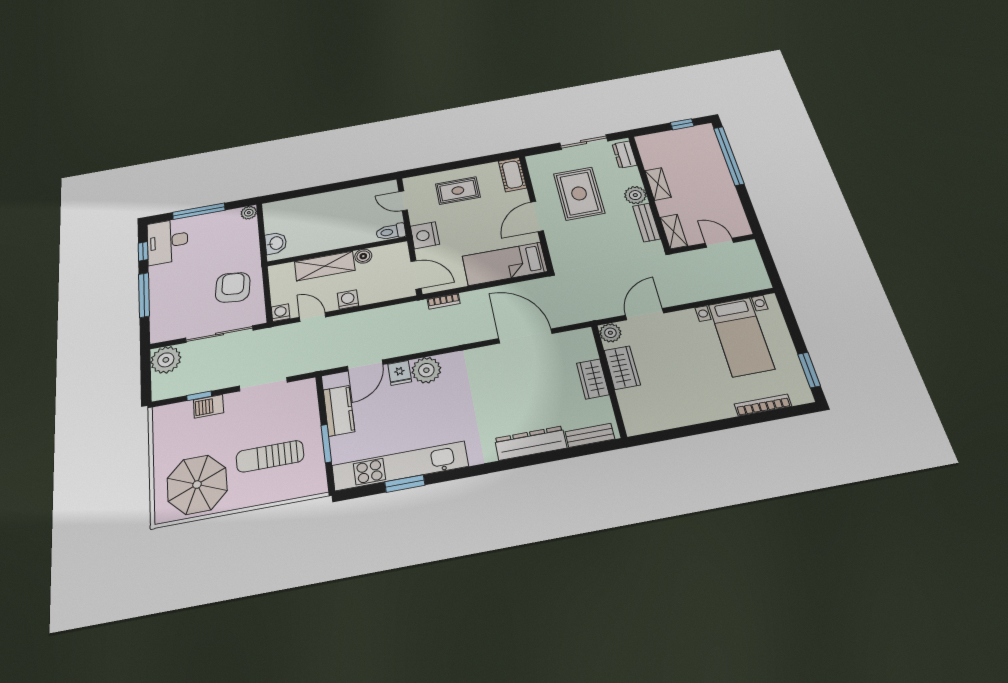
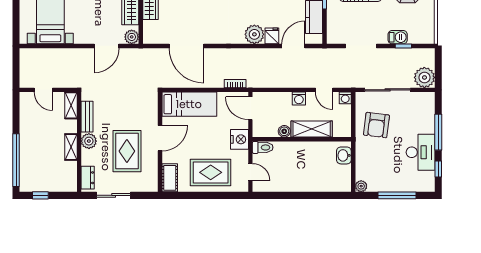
rug: (458, 191) -> (211, 172), width x1.36, depth x1.43
desk: (168, 241) -> (421, 152), moved

